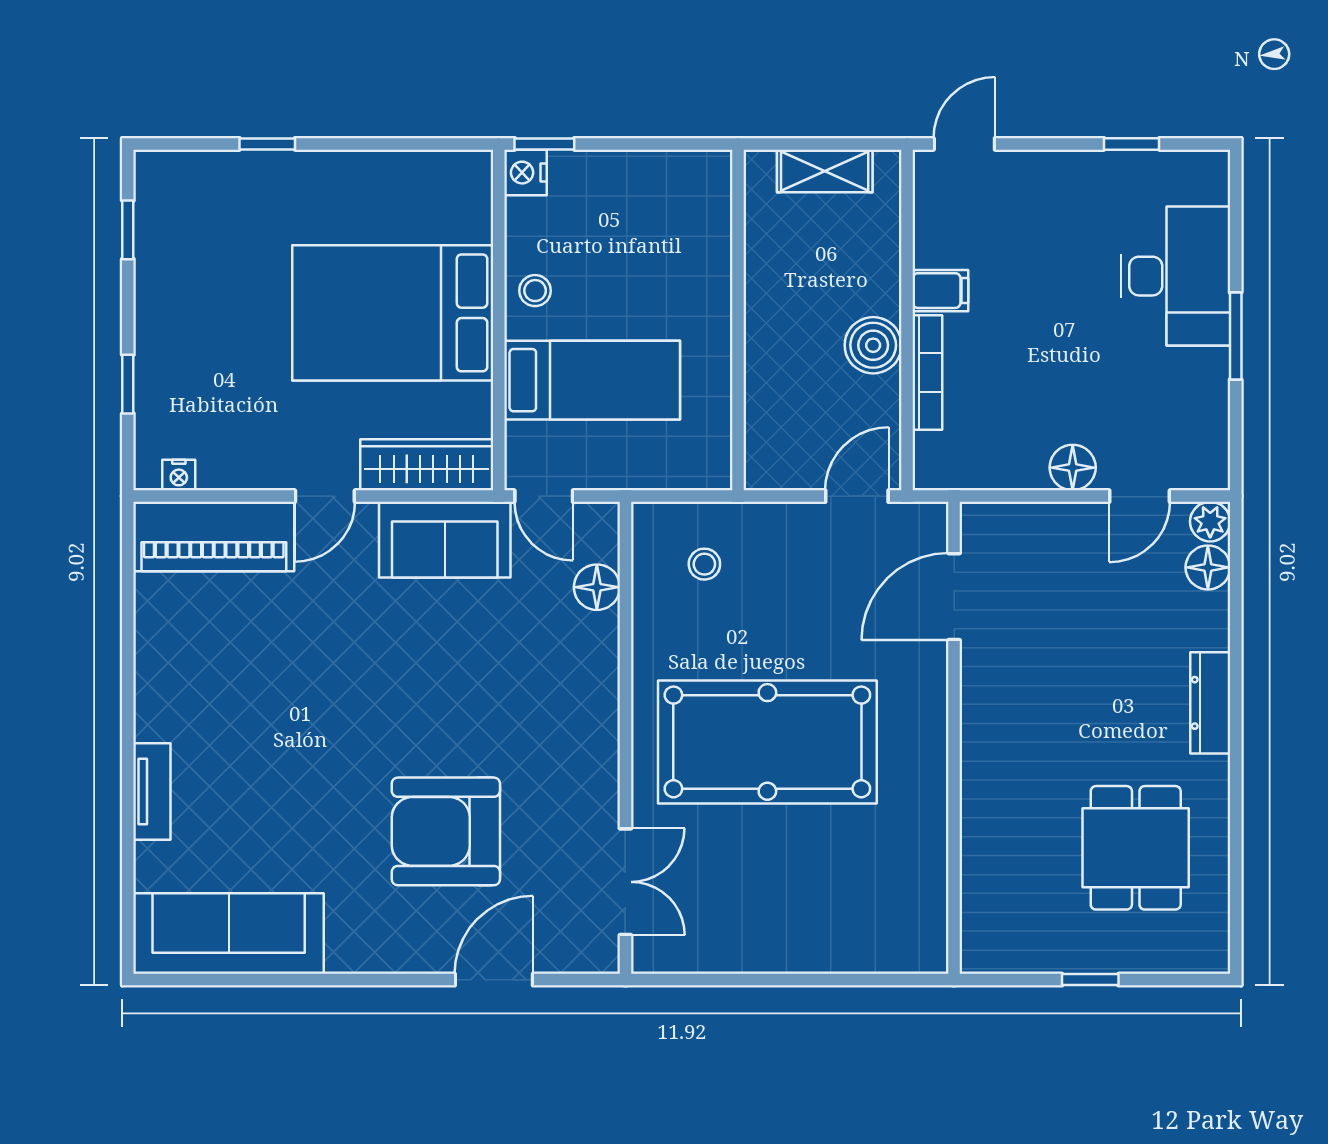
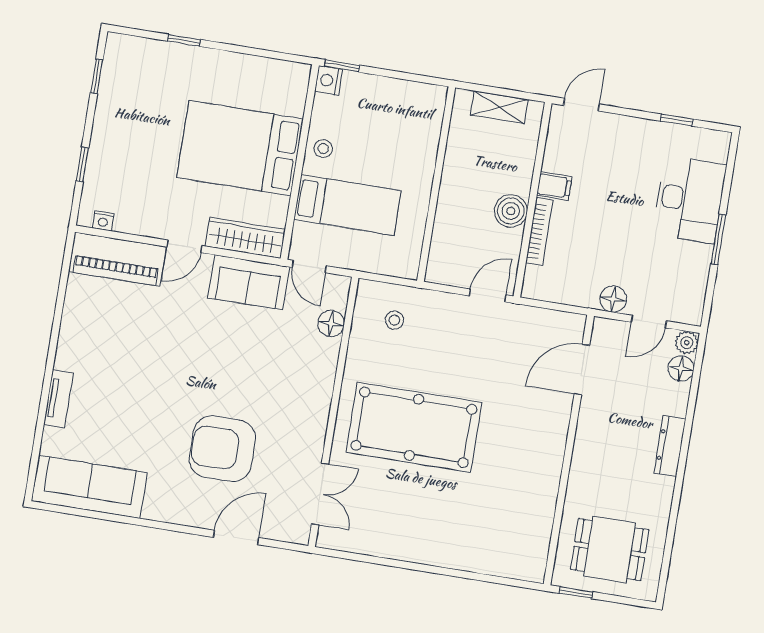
door: (954, 597) -> (582, 370), moved
wall: (954, 738) -> (569, 450), moved
dining table: (1136, 848) -> (610, 550), moved, turned 90

